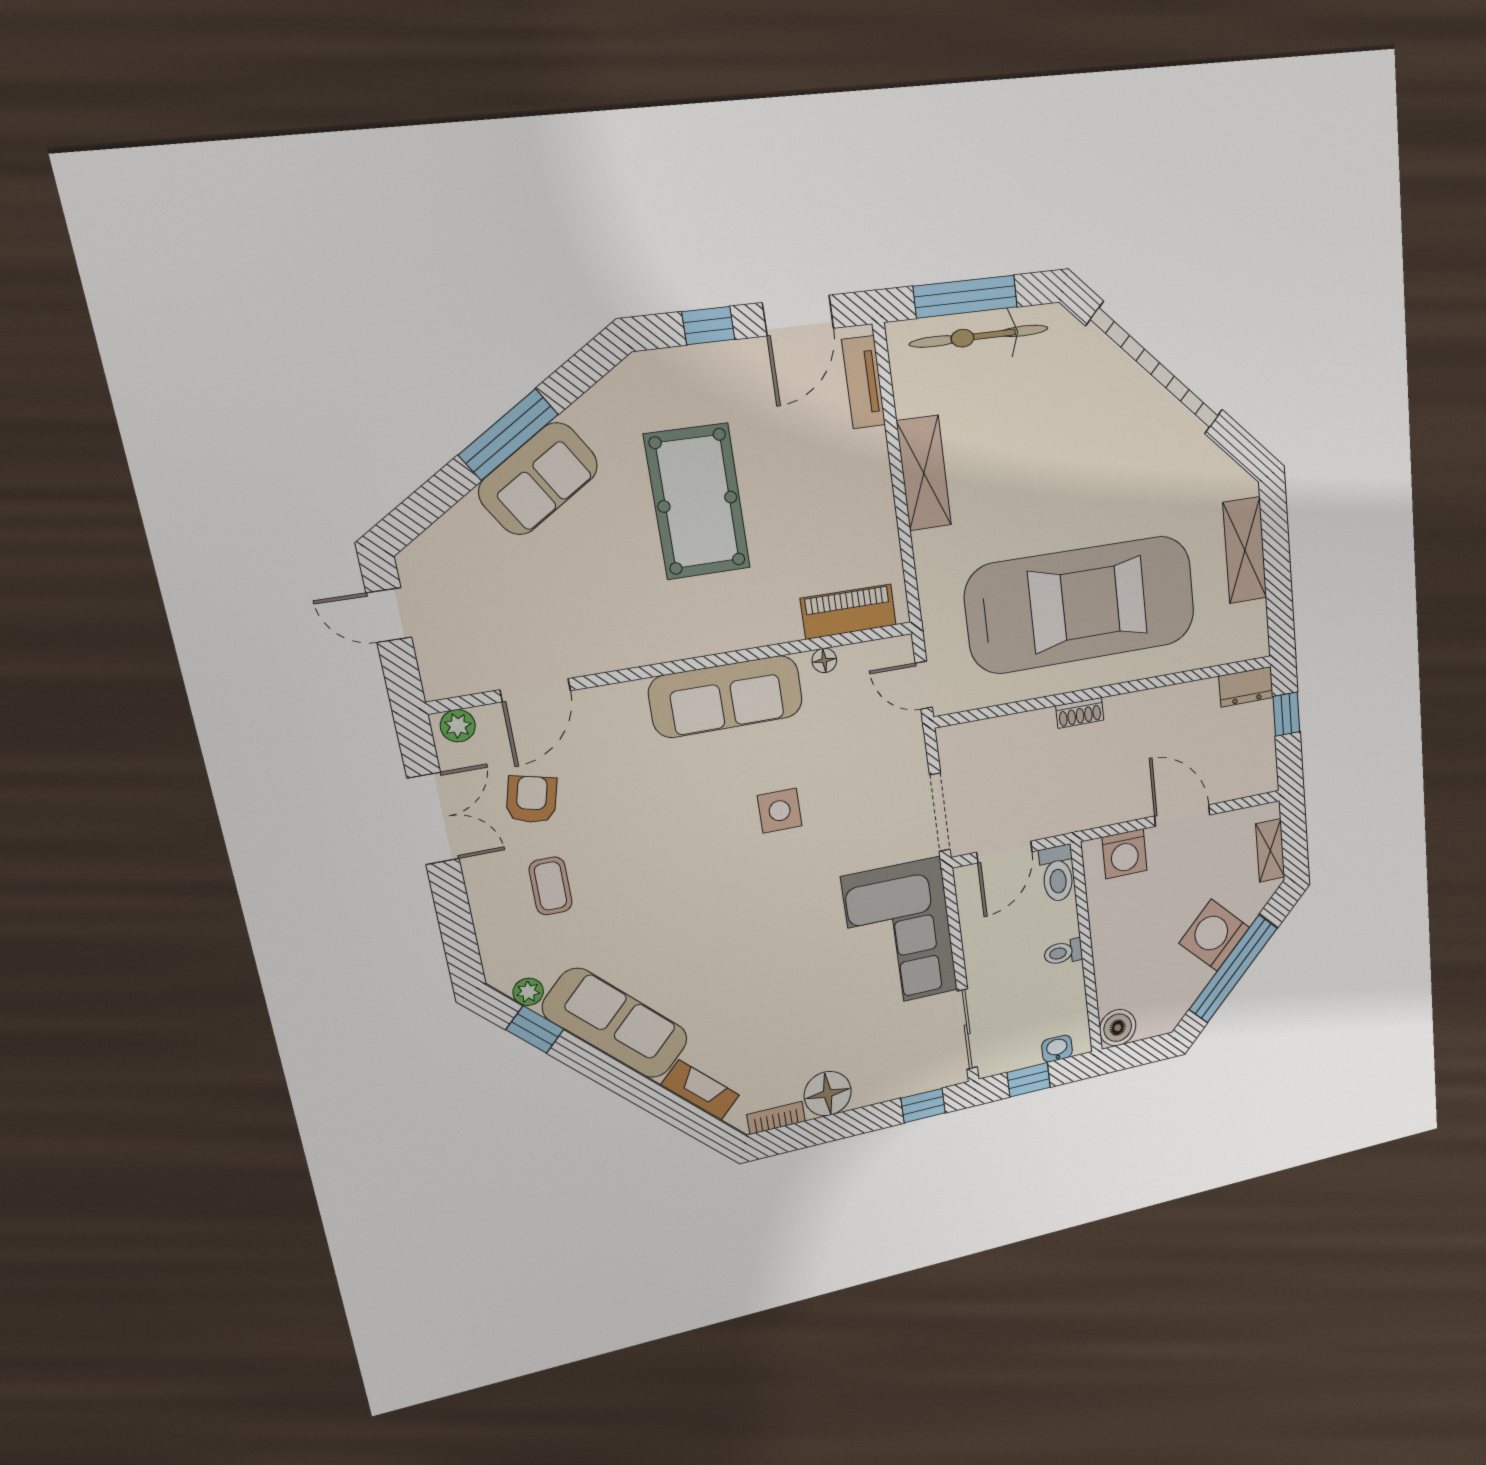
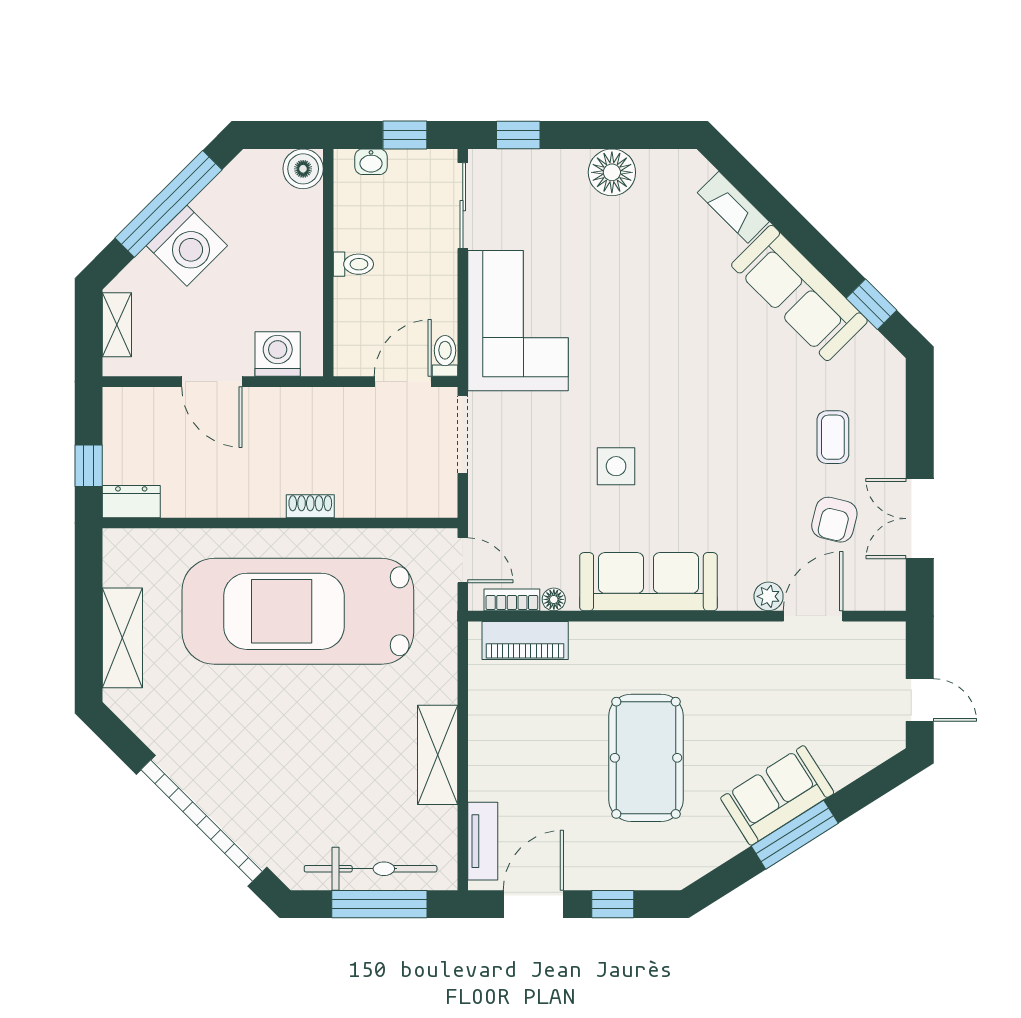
plant: (458, 726) -> (769, 596), moved
toilet: (1057, 874) -> (445, 356), moved, width x0.73, depth x0.72
plant: (528, 992) -> (871, 342), removed
bookcase: (776, 1118) -> (512, 600), moved, turned 180

